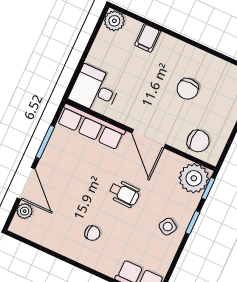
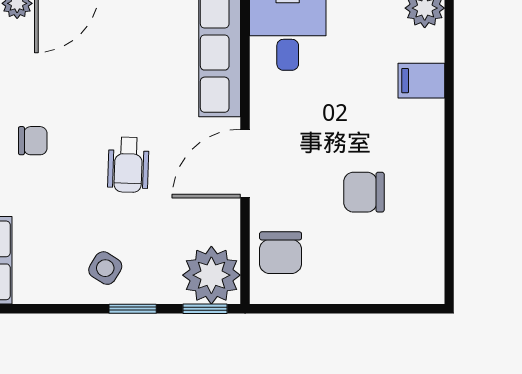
chair: (92, 233) -> (33, 141), turned -90

